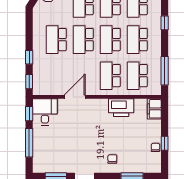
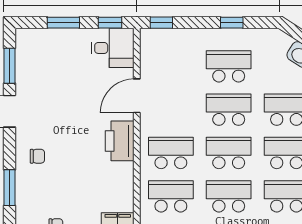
window: (29, 57) -> (232, 23), moved
door: (75, 97) -> (137, 96), swing flipped
printer: (121, 108) -> (120, 141), moved
window: (29, 143) -> (63, 23), width x0.69

